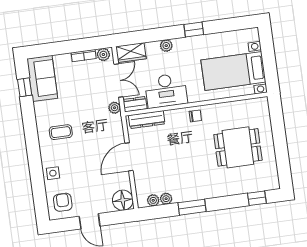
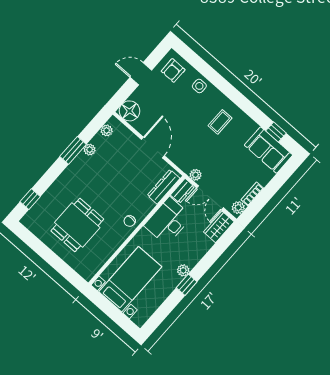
plant: (166, 46) -> (183, 270), moved
plant: (166, 199) -> (90, 150), moved
armchair: (63, 202) -> (173, 70), turned 90

